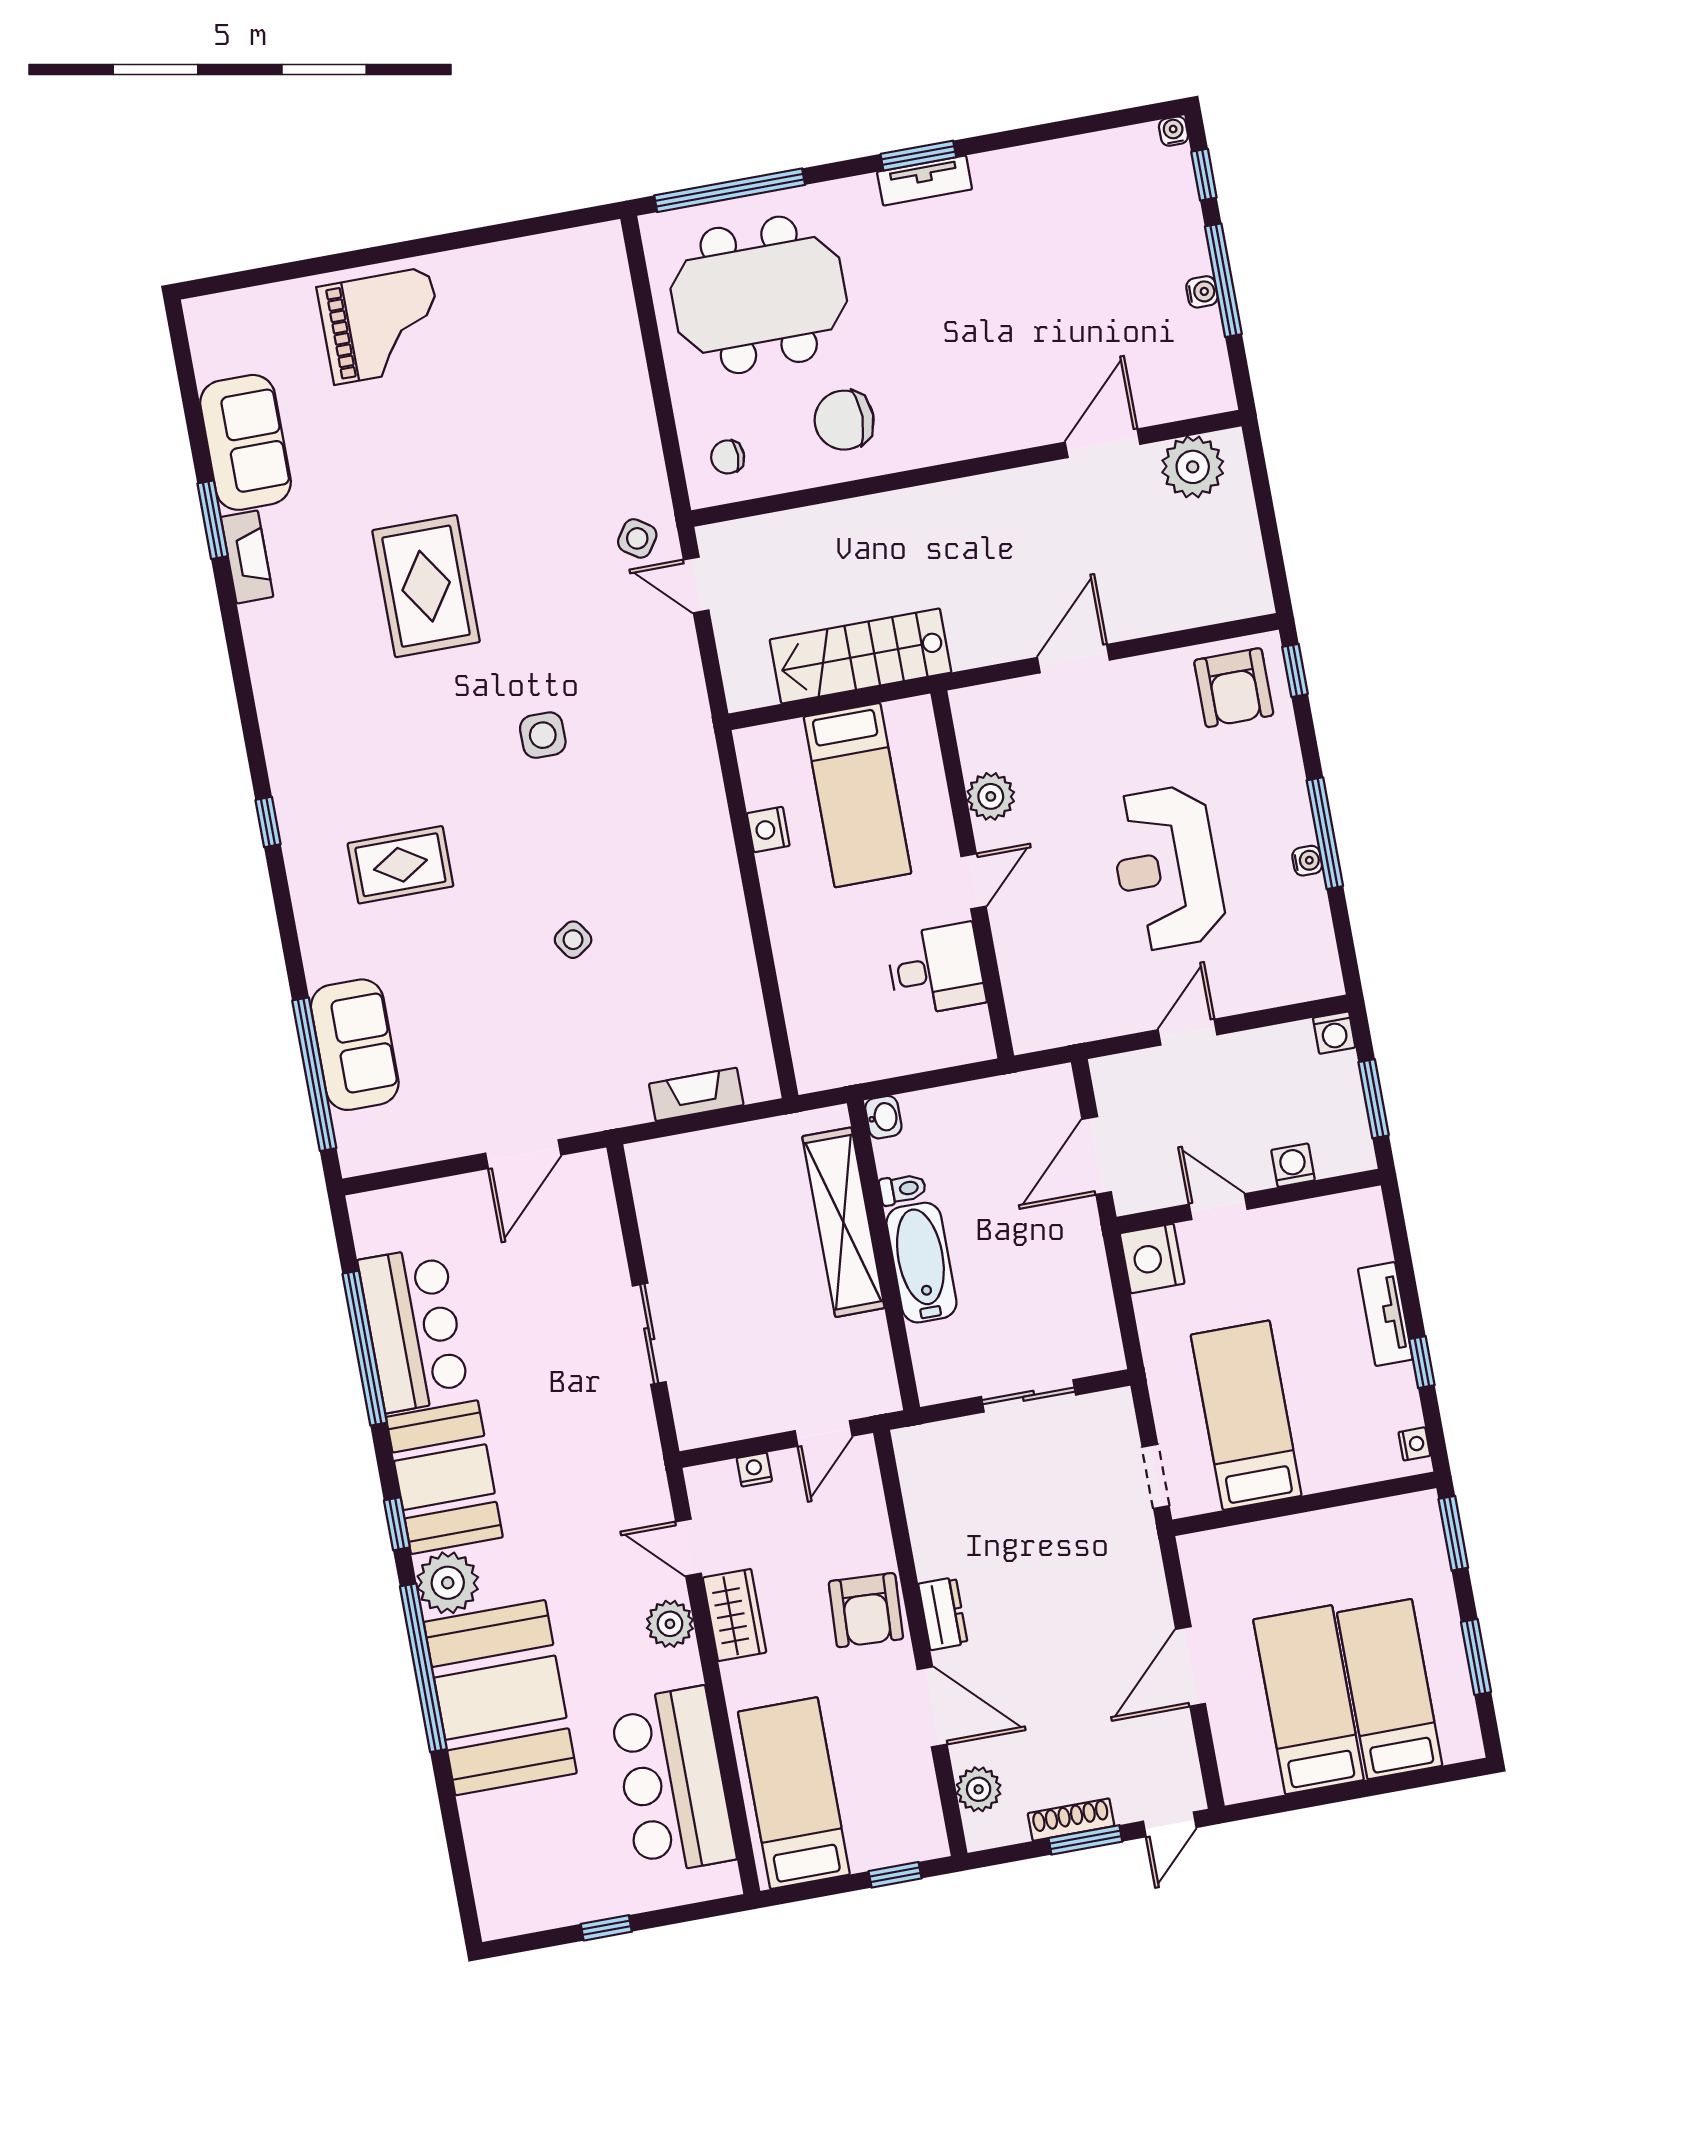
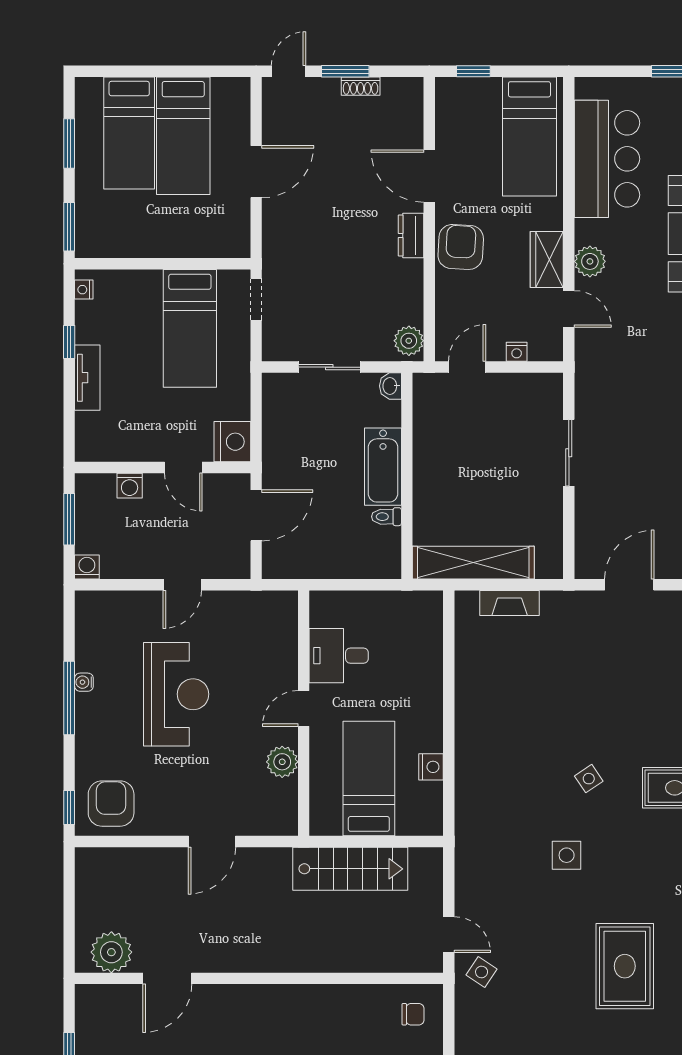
chair: (844, 420) -> (333, 1024), removed
side table: (573, 940) -> (589, 779), moved
washbasin: (883, 1117) -> (390, 386), moved
shelving: (843, 1222) -> (473, 563), moved, turned 90
plant: (979, 1789) -> (409, 341), moved
shoe rack: (1071, 1820) -> (361, 86), width x0.70

